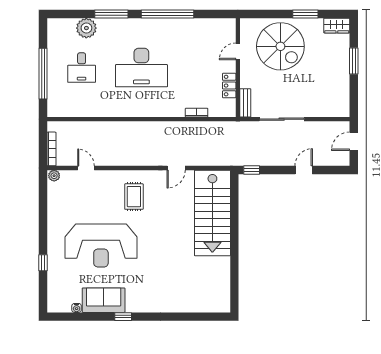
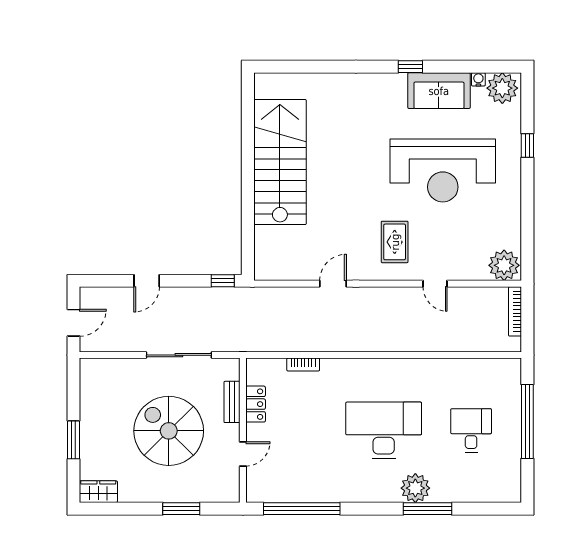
window: (168, 14) -> (302, 509), moved
window: (305, 14) -> (181, 509), moved
plant: (86, 28) -> (415, 488), moved
spiral stairs: (280, 46) -> (169, 431), moved
bench: (245, 103) -> (232, 402), moved
door: (86, 168) -> (435, 284), moved
plant: (54, 176) -> (504, 265), width x1.88, depth x1.88
stairs: (212, 213) -> (280, 162), moved
reception desk: (101, 245) -> (443, 171), turned 180
plant: (60, 302) -> (502, 88), added

